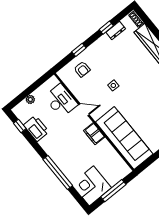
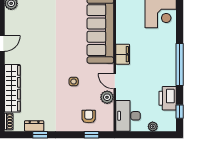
window: (79, 50) -> (91, 135), moved
plant: (80, 94) -> (107, 97), added
desk: (61, 101) -> (128, 116), moved
window: (58, 172) -> (180, 64), moved

